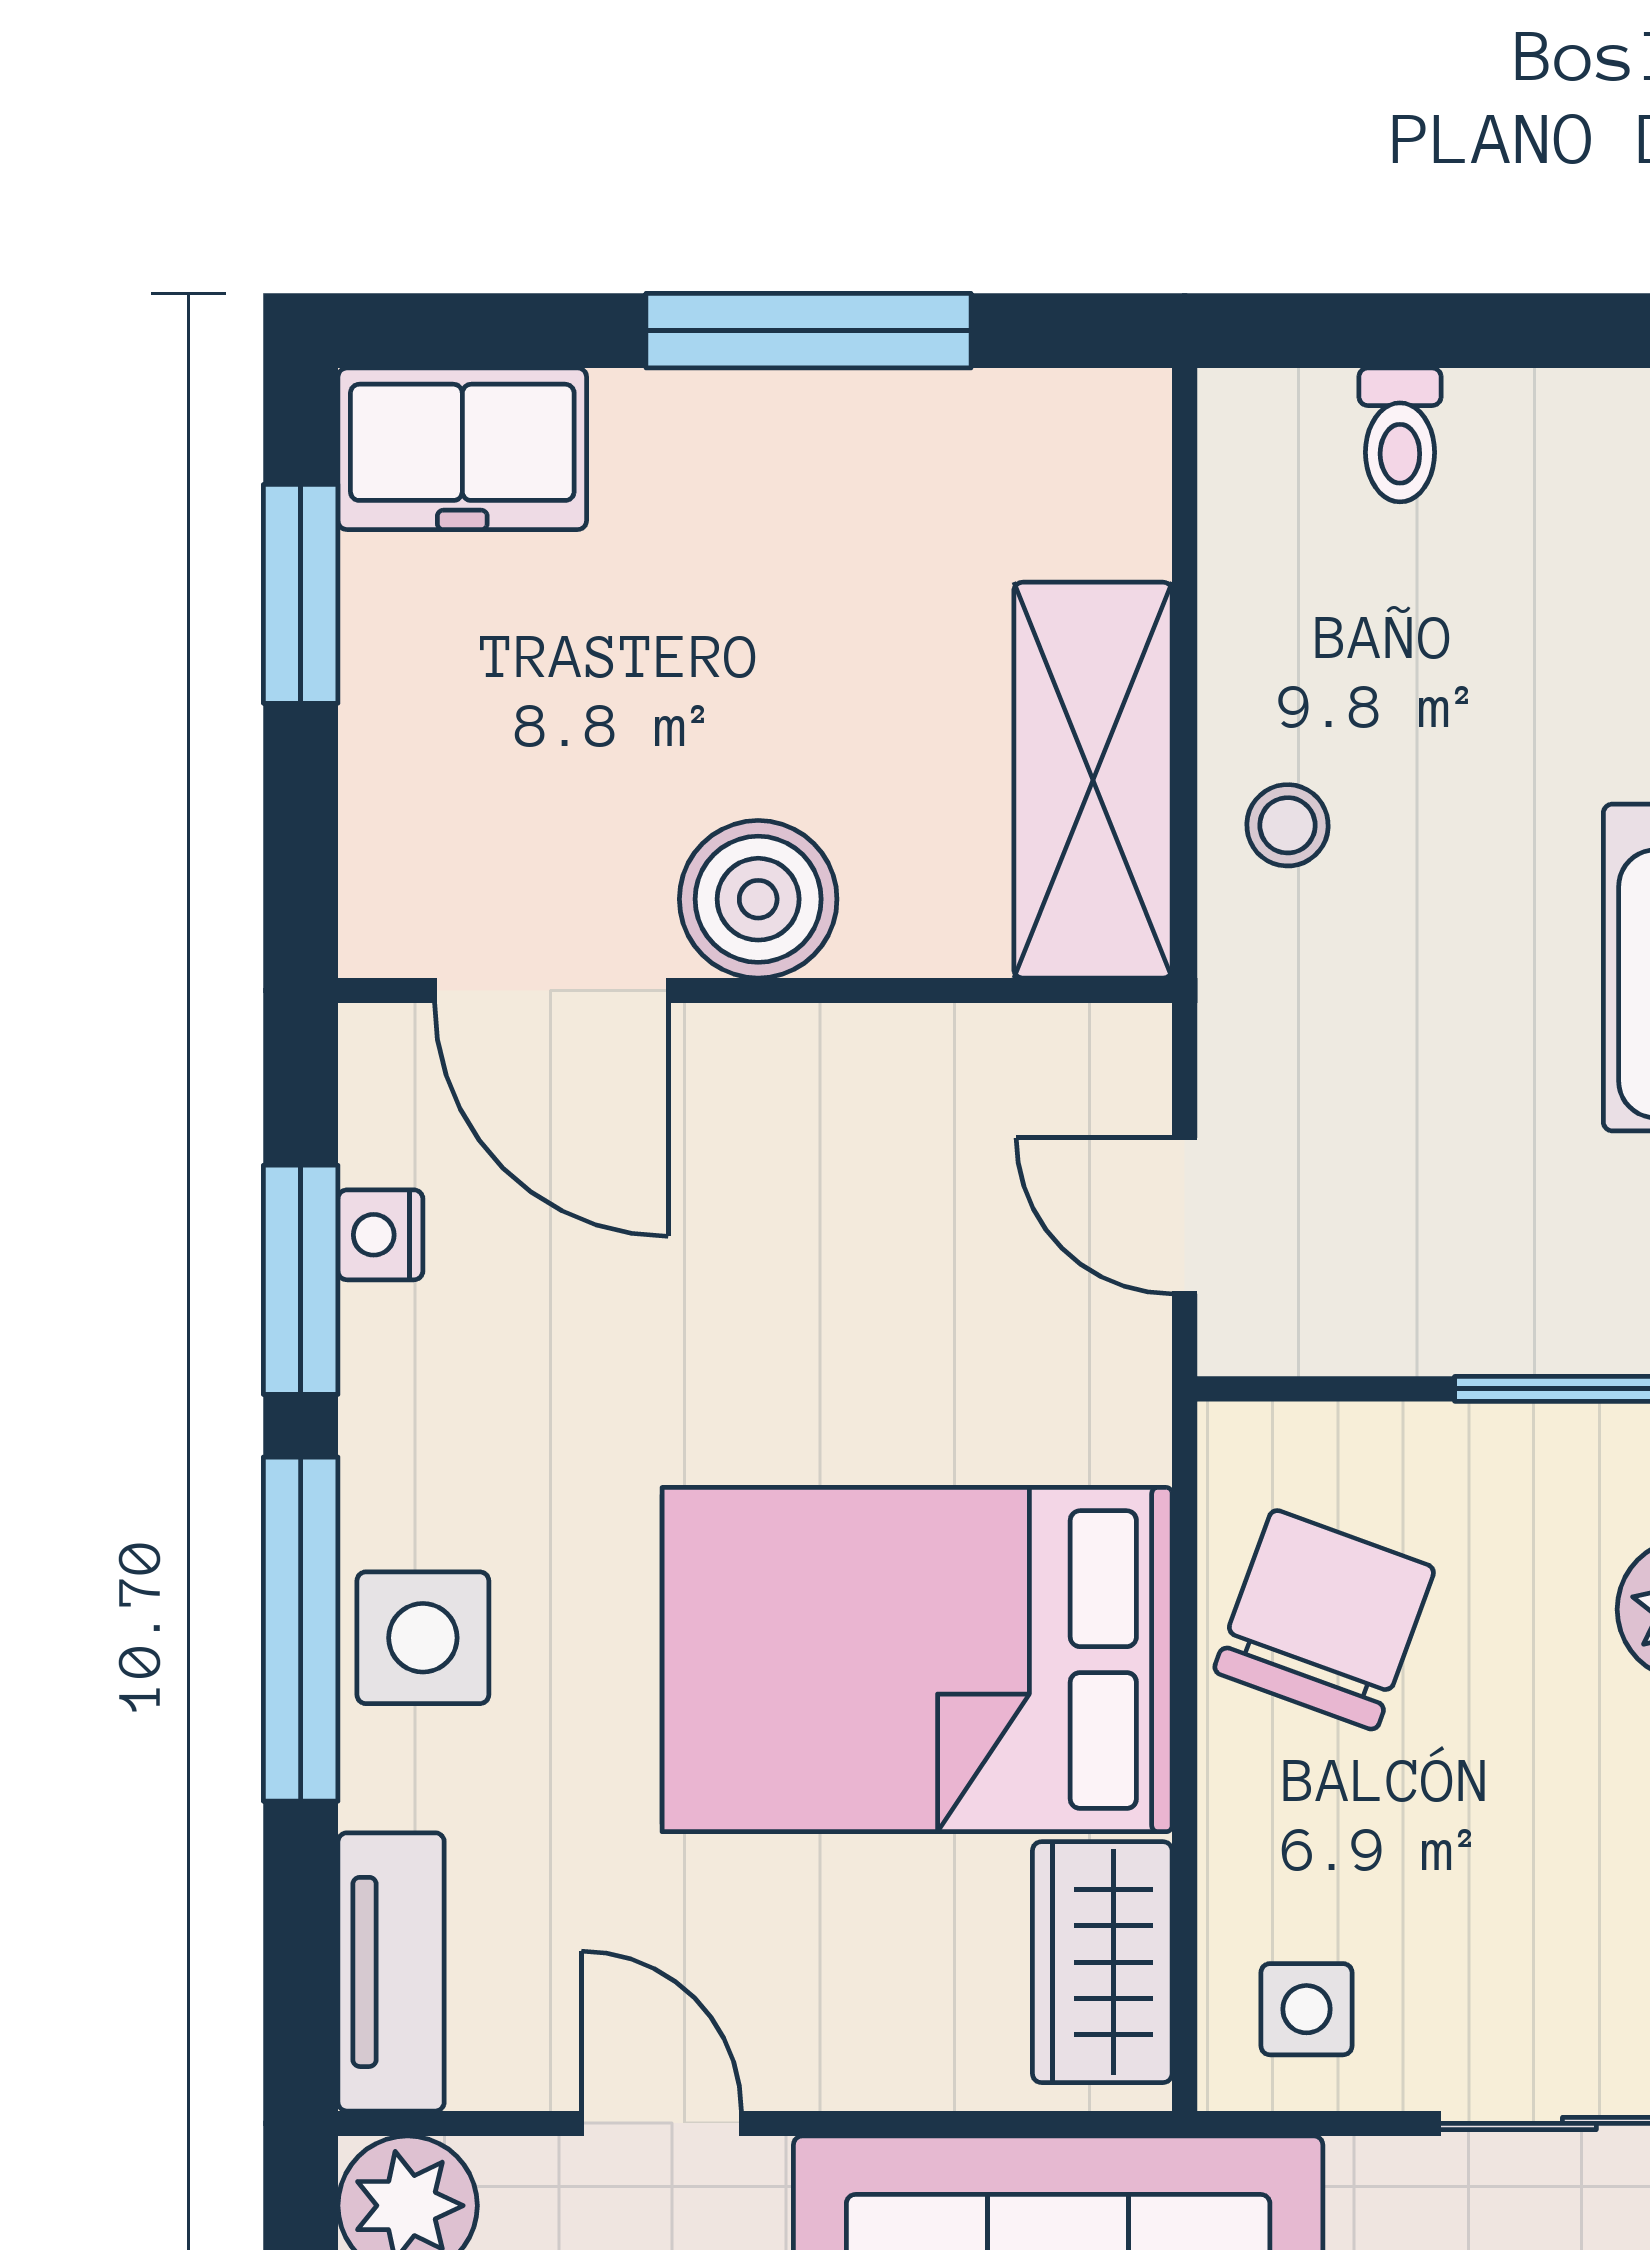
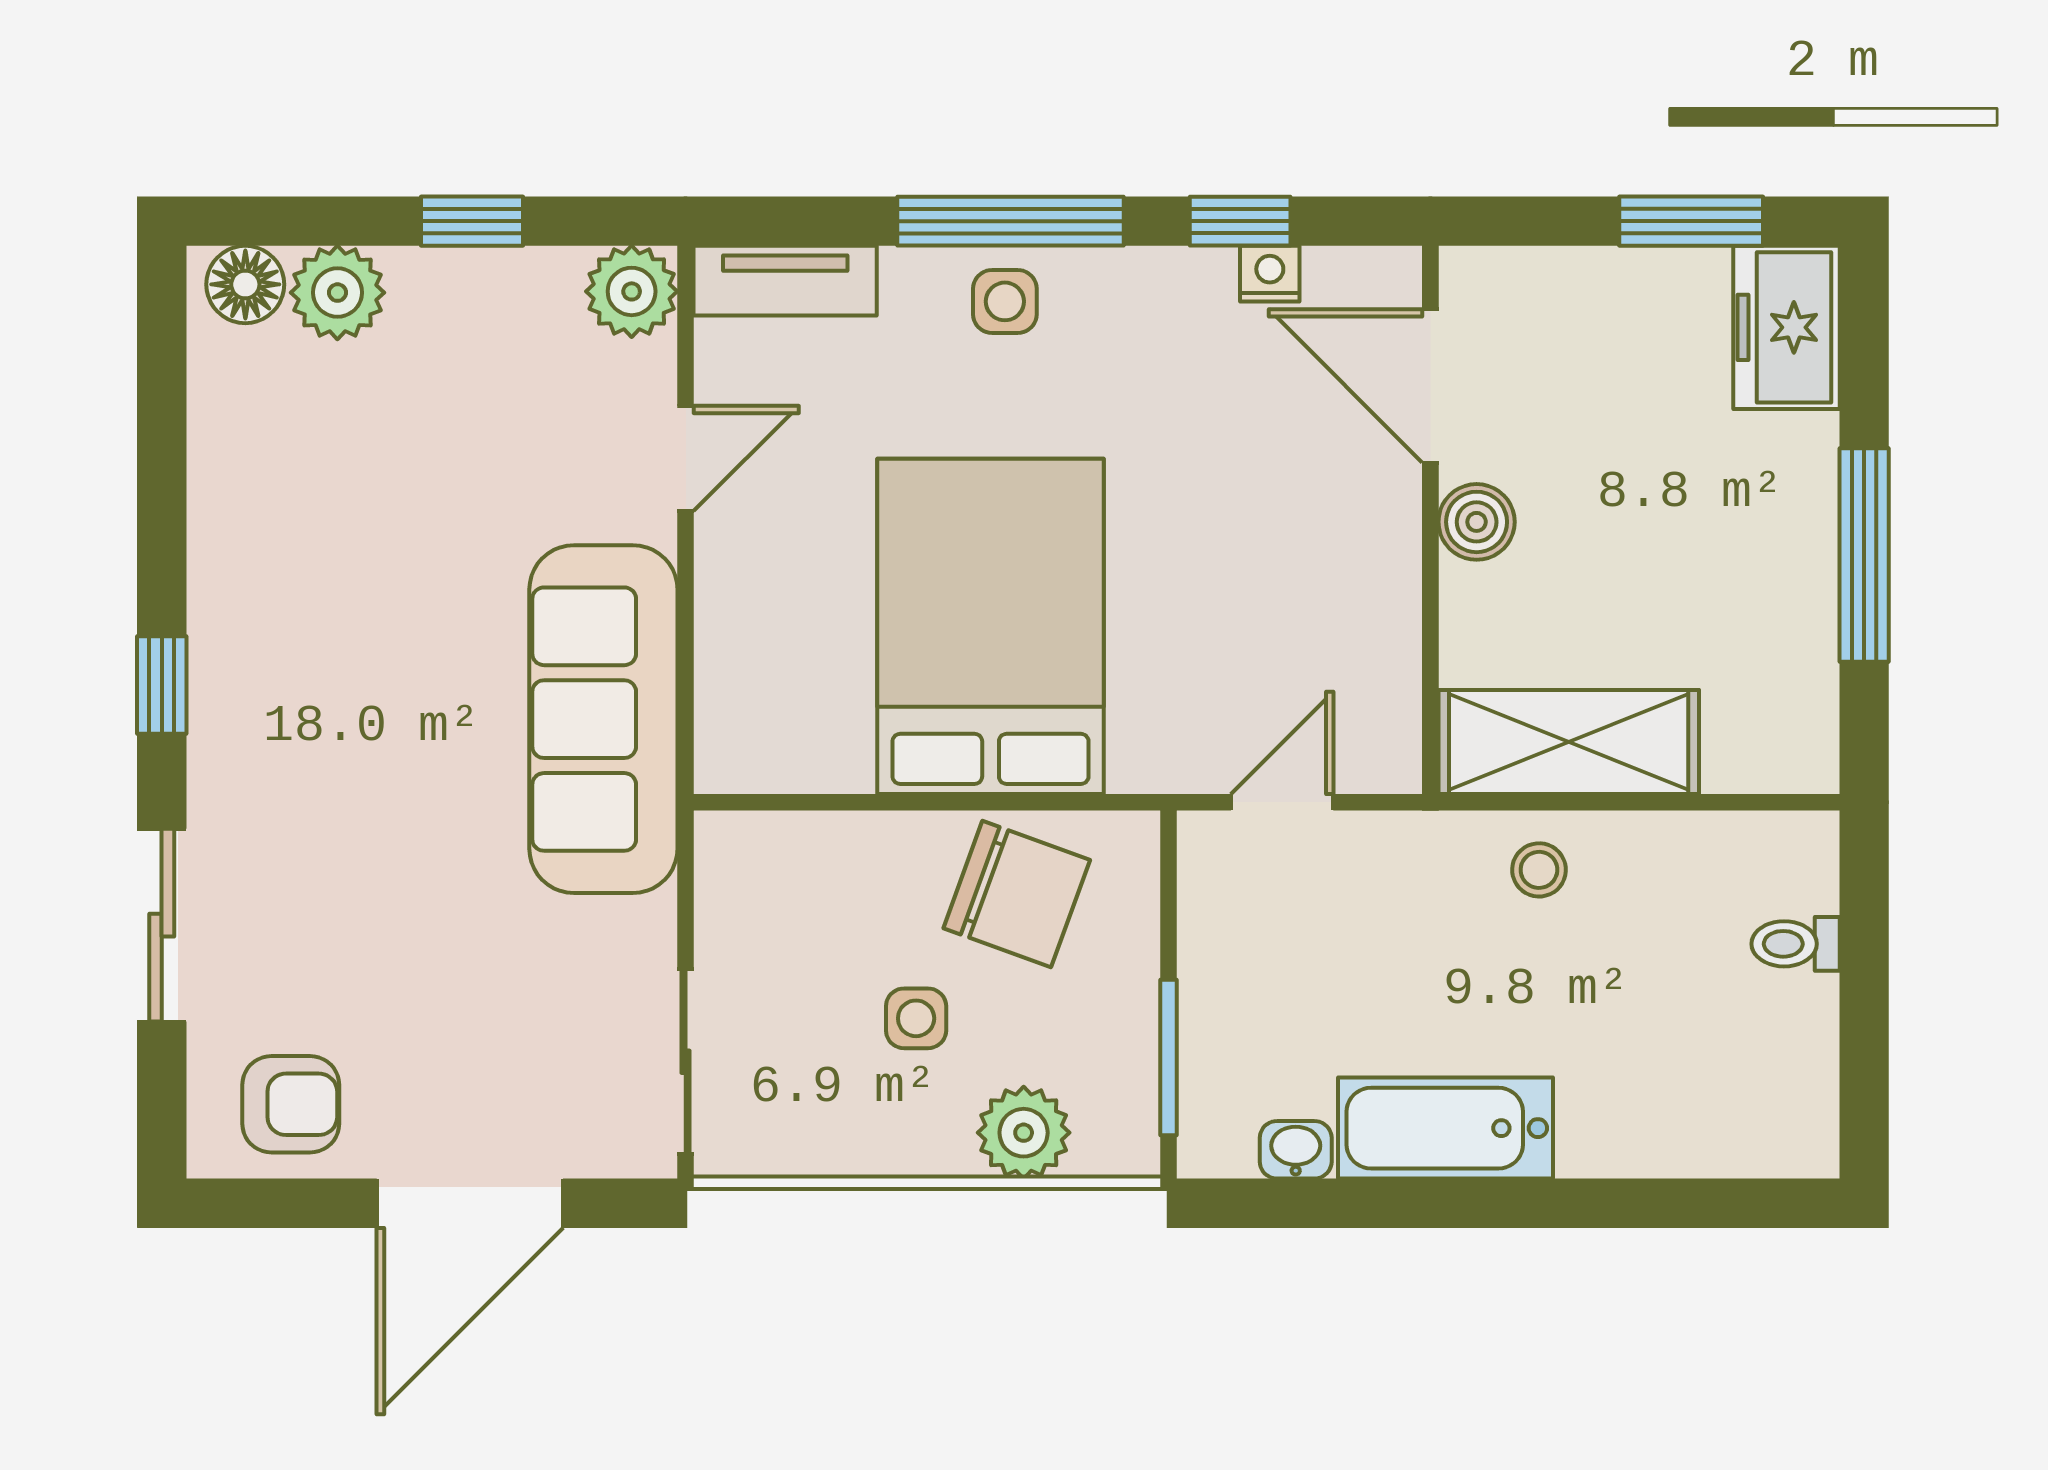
boiler: (758, 899) -> (1477, 522), width x0.73, depth x0.73
door: (551, 991) -> (1430, 386), hinge flipped
window: (301, 1280) -> (1240, 221), width x0.67
side table: (423, 1638) -> (1005, 301), width x0.73, depth x0.73
wardrobe: (1102, 1962) -> (792, 748), removed
side table: (1306, 2009) -> (916, 1018), moved

